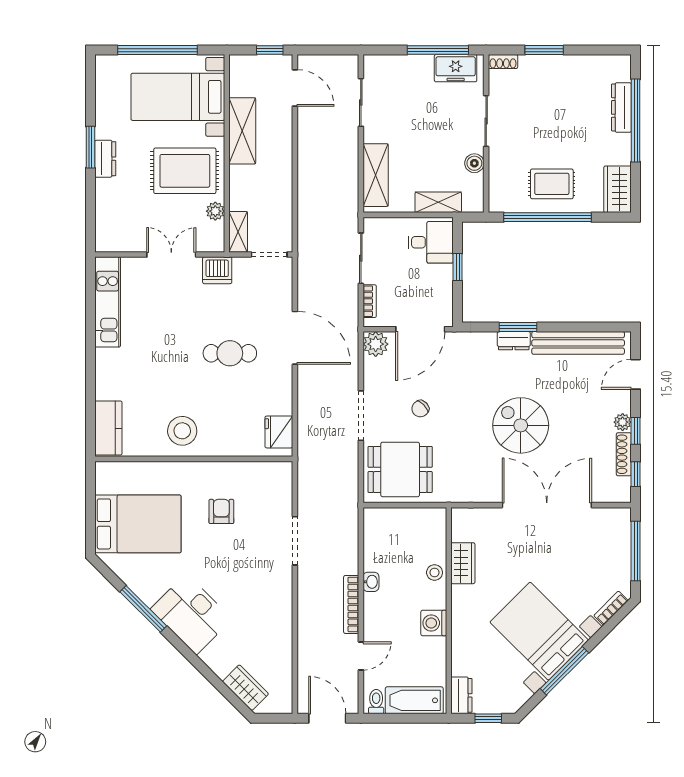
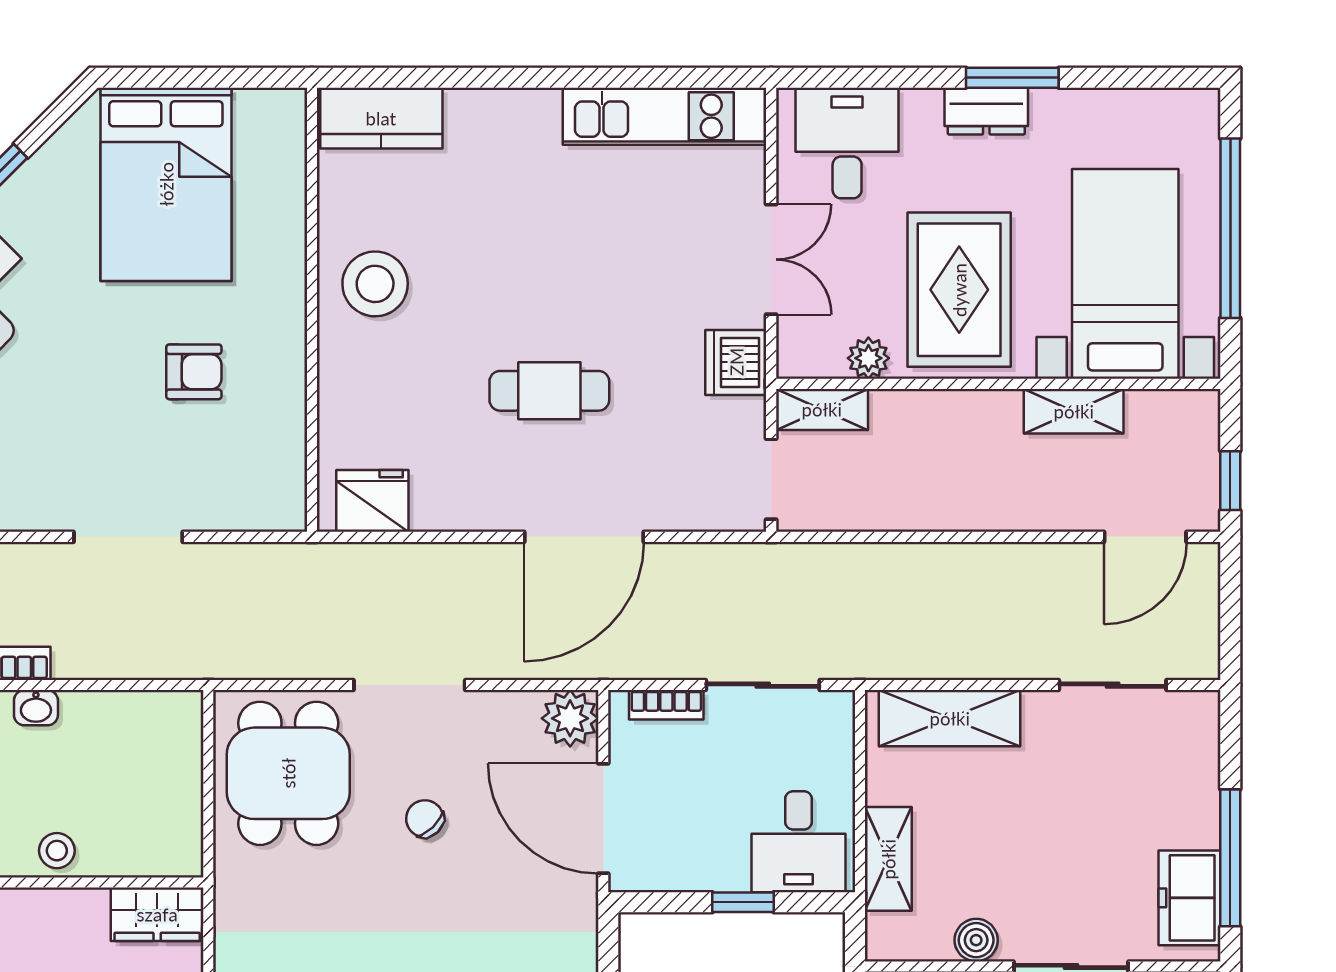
shelving: (242, 131) -> (1074, 411), width x0.67, depth x0.75
desk: (120, 221) -> (847, 143), added
cafe table: (230, 353) -> (549, 391), turned 90
wardrobe: (463, 563) -> (157, 914), moved

